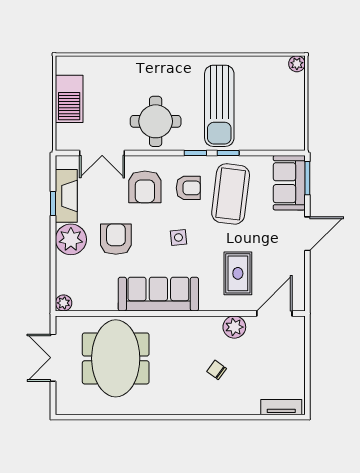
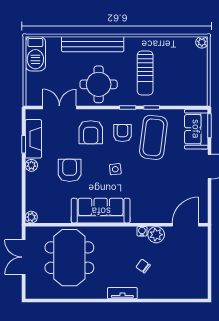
bench: (147, 66) -> (93, 44), added
barbecue: (69, 99) -> (35, 54), moved
sun lounger: (219, 106) -> (145, 73), width x0.73, depth x0.75
double door: (102, 153) -> (59, 107), swing flipped
armchair: (188, 188) -> (122, 133), turned -90
plant: (71, 239) -> (31, 165), width x0.53, depth x0.53
rug: (238, 273) -> (159, 195), removed
water cooler: (215, 322) -> (142, 231), added
tv unit: (281, 407) -> (122, 293), moved

